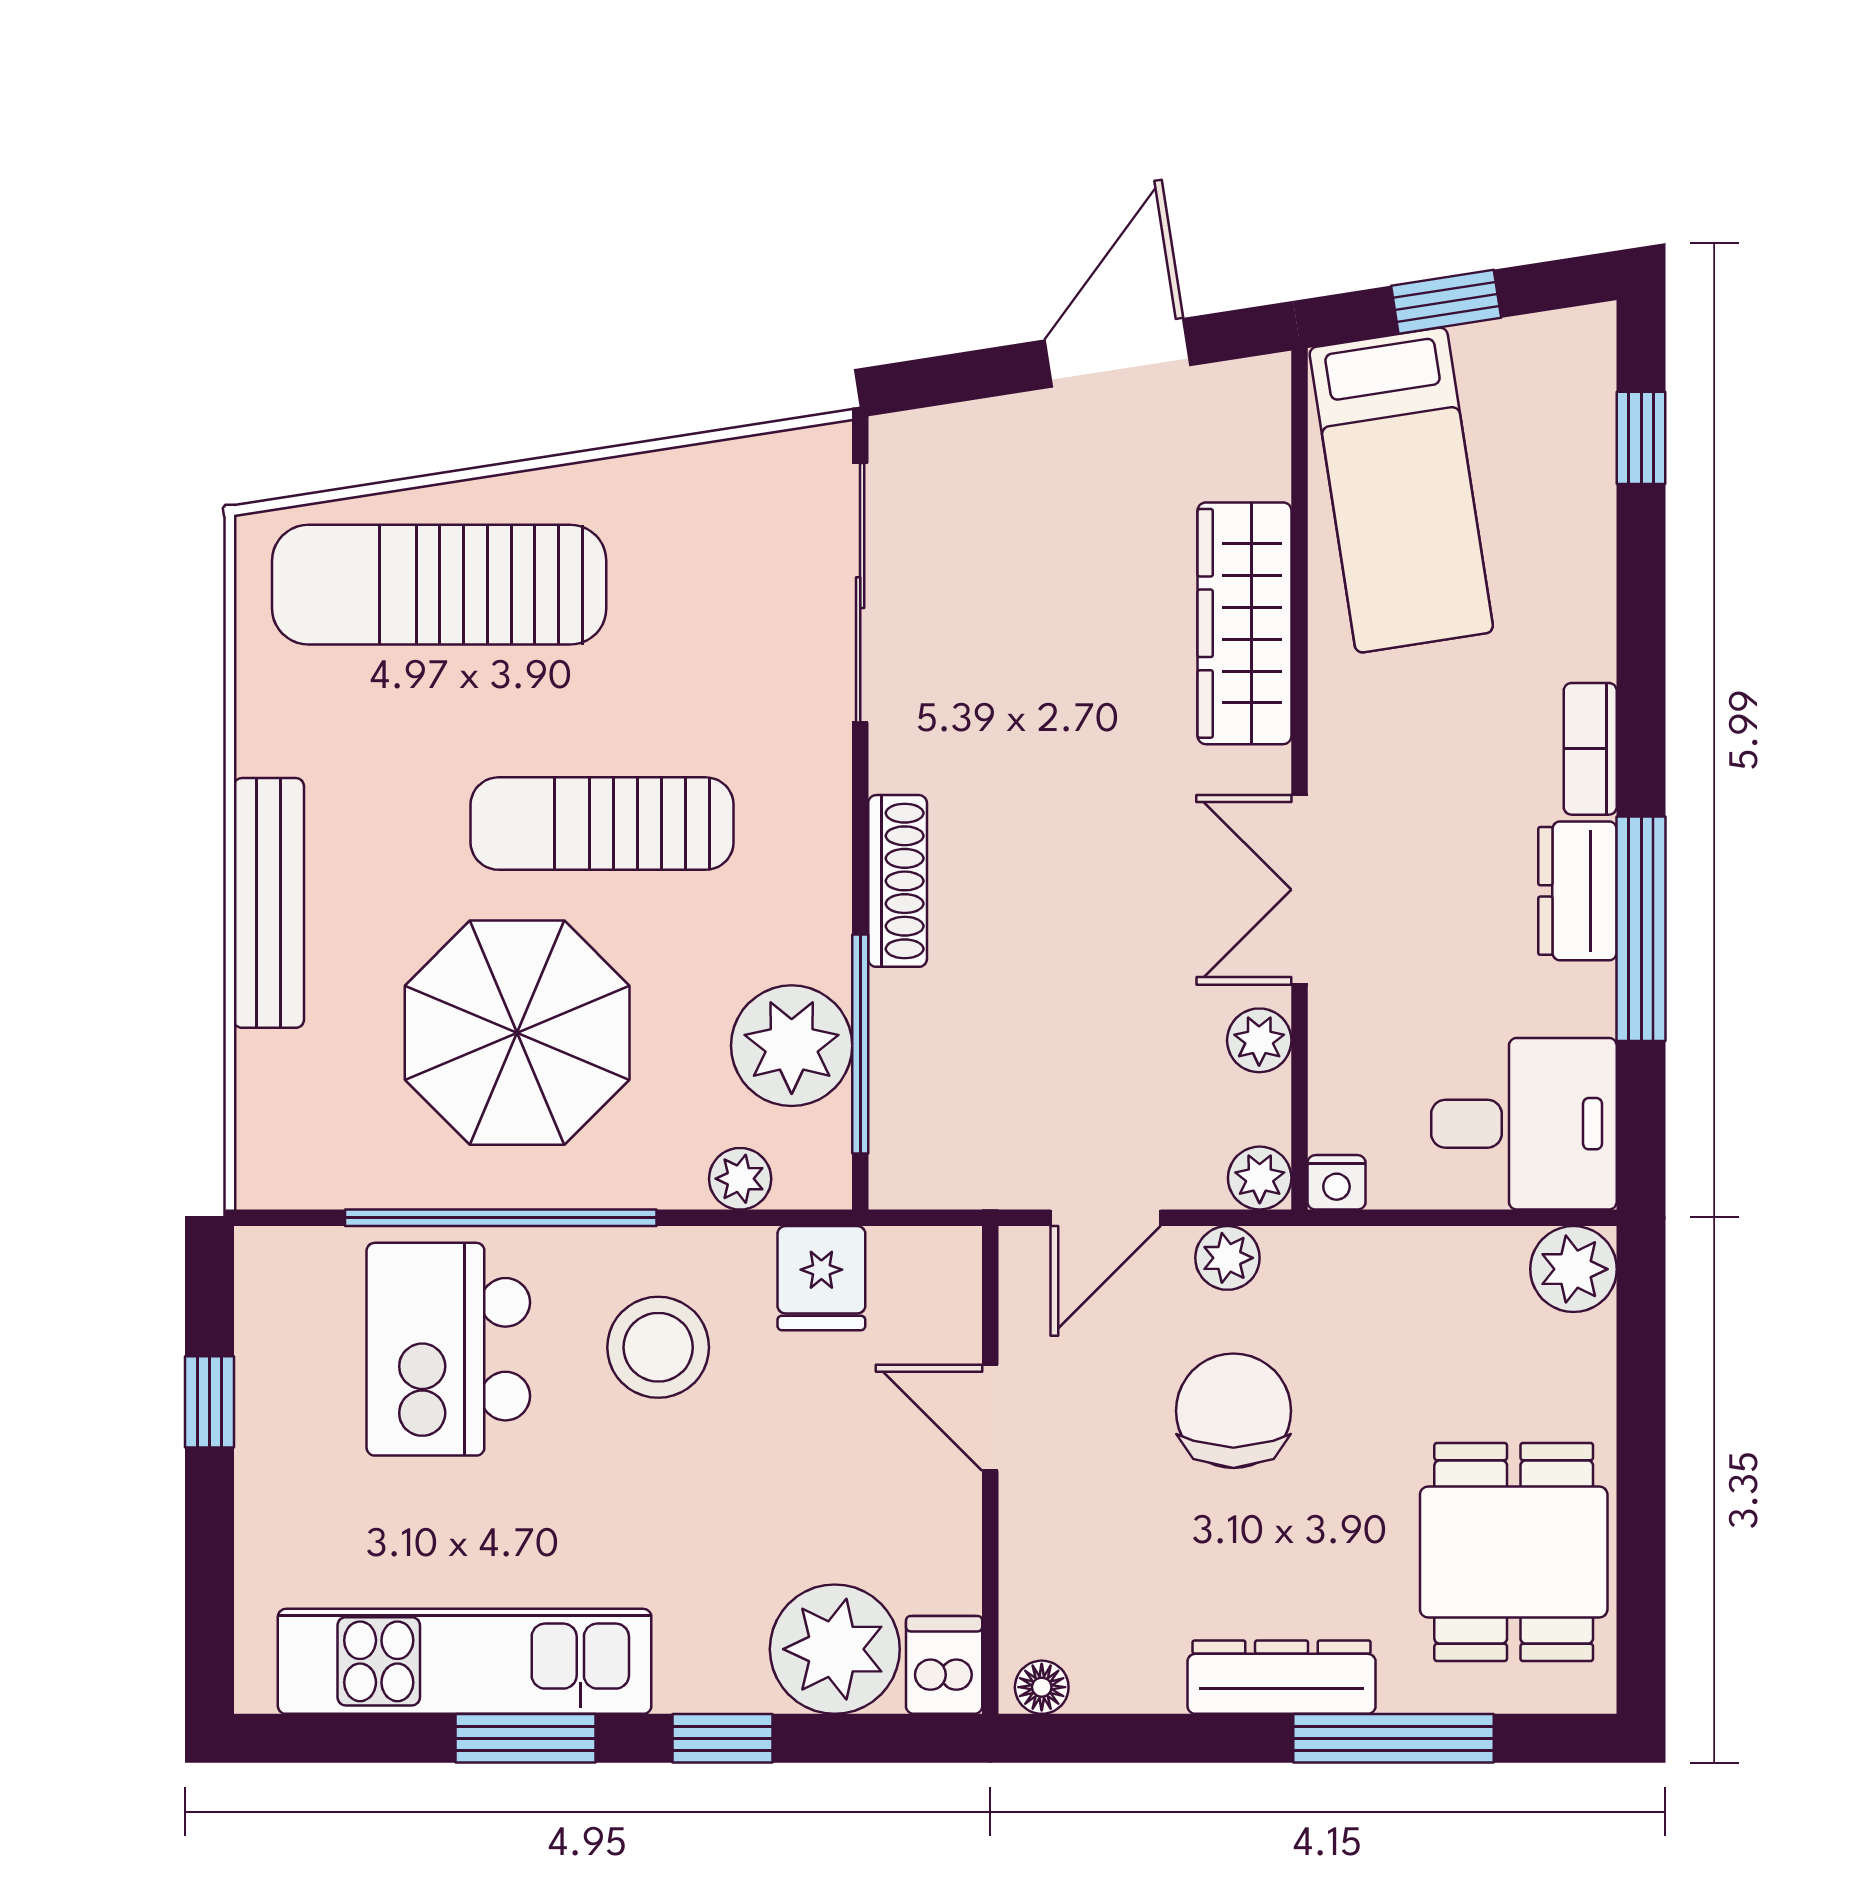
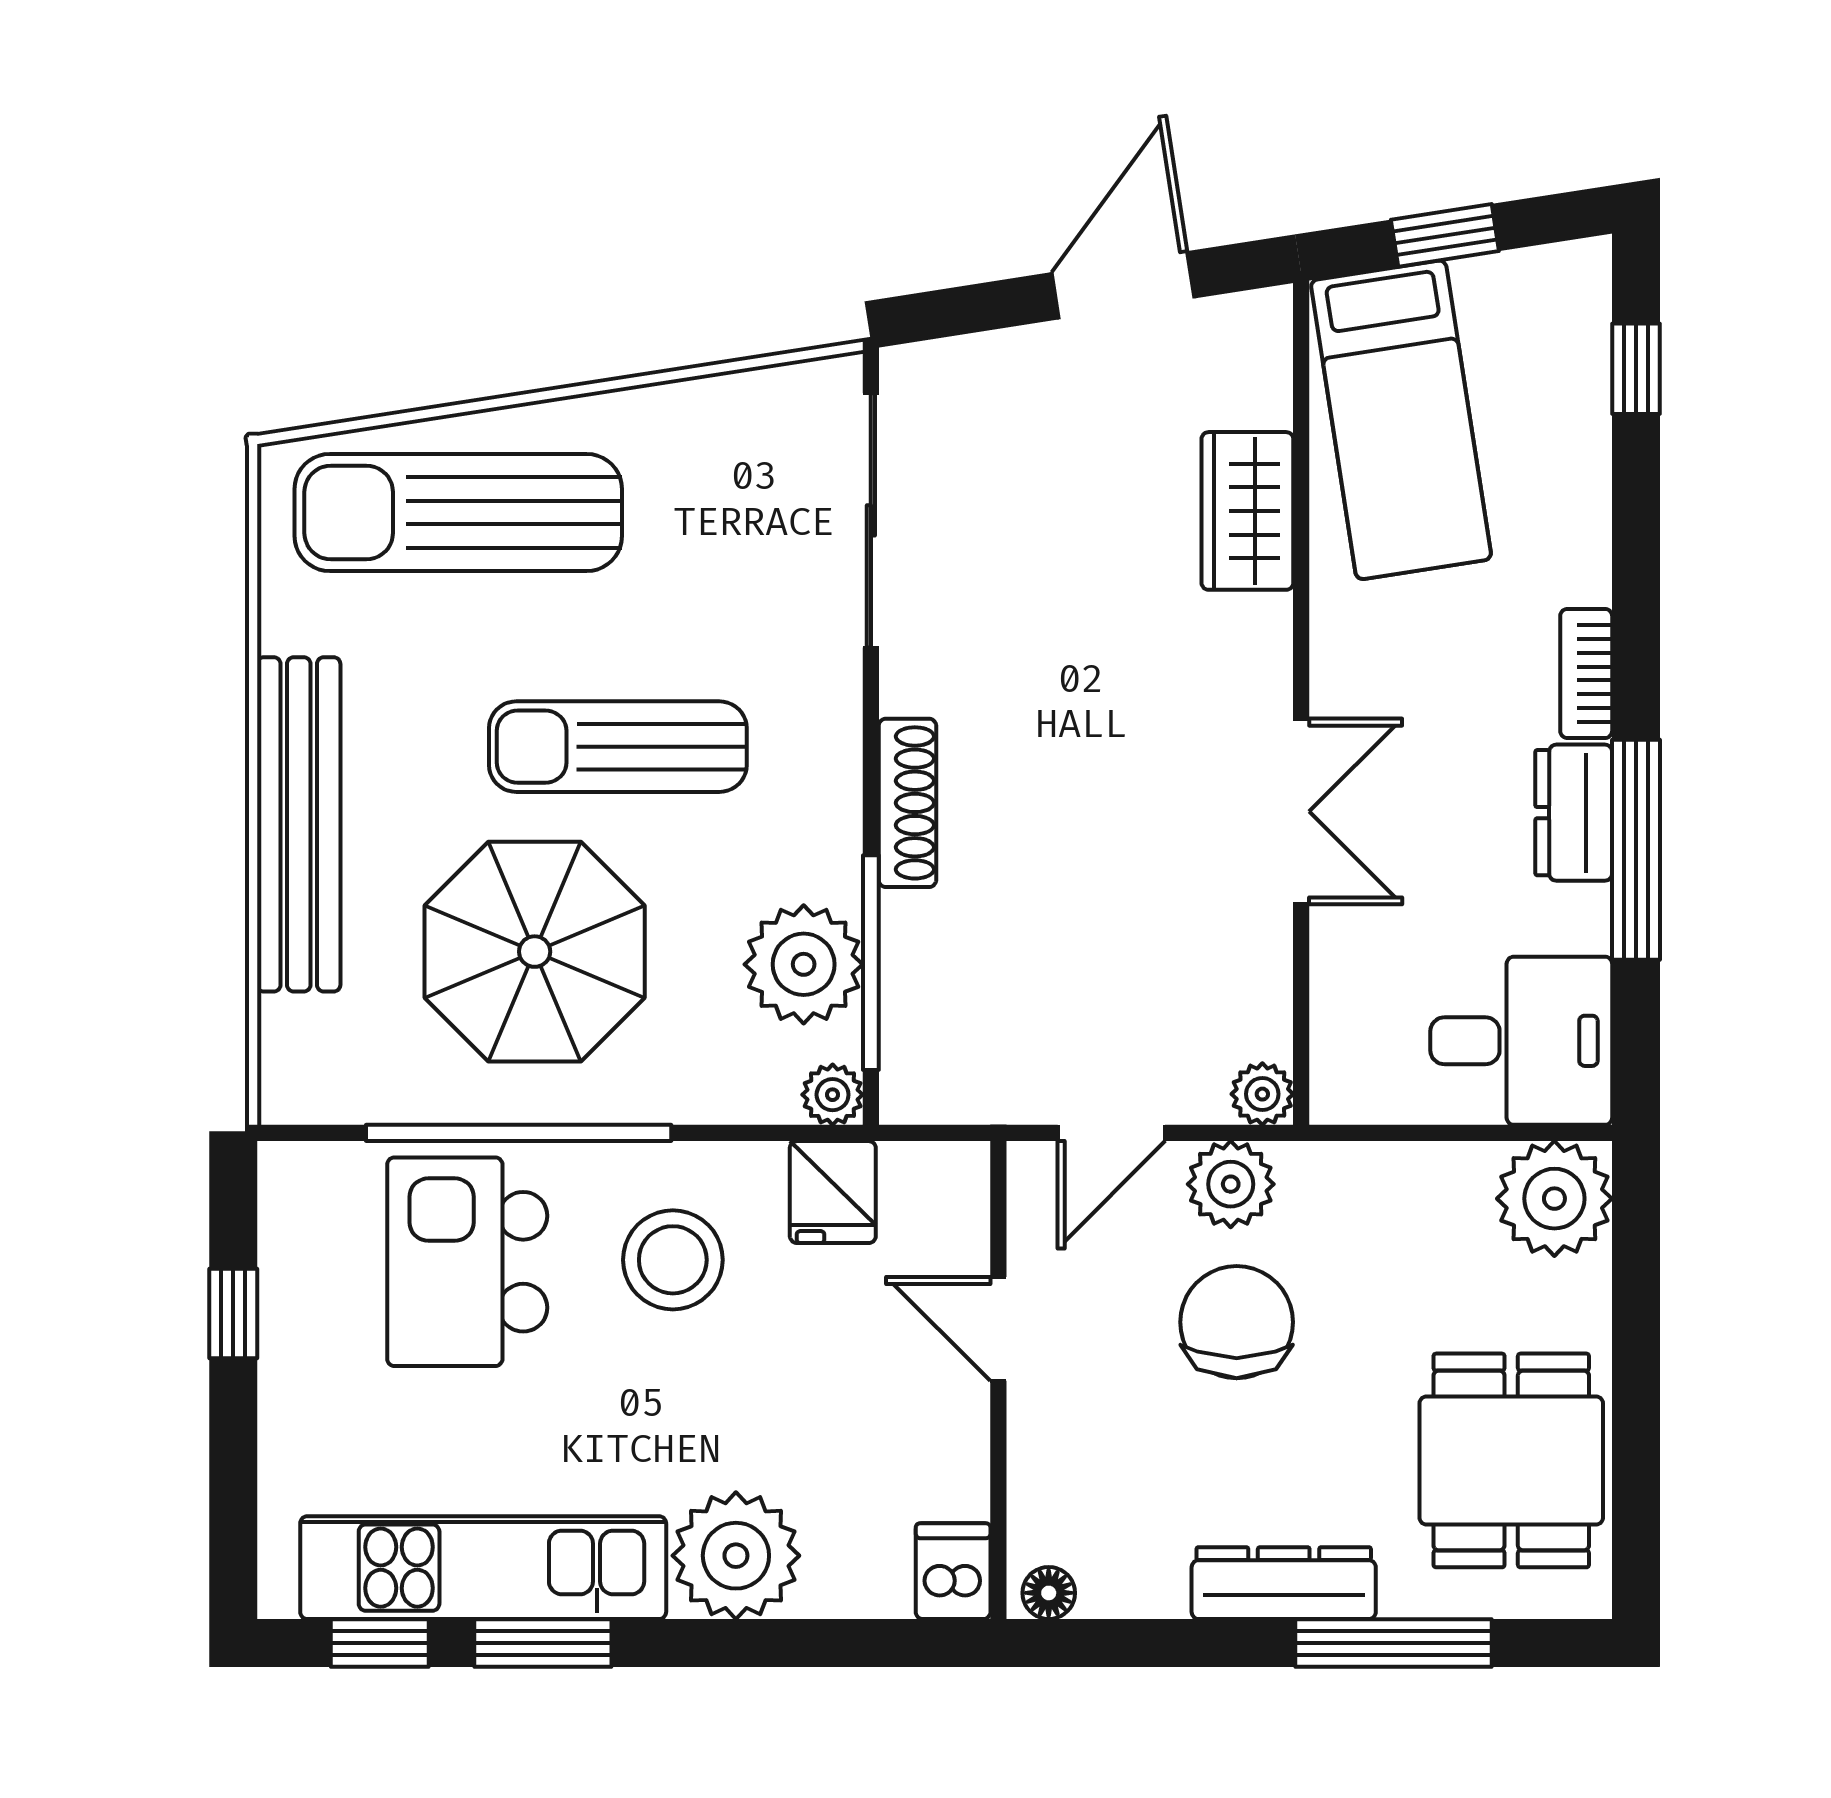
wardrobe: (1245, 623) -> (1247, 511), width x0.67
double door: (1299, 890) -> (1301, 811), swing flipped
bench: (269, 903) -> (299, 824), width x1.37, depth x1.21
plant: (1259, 1040) -> (1262, 959), removed
plant: (740, 1179) -> (833, 1095), moved
nightstand: (1336, 1182) -> (1338, 1098), removed
plant: (1227, 1258) -> (1231, 1184), width x1.38, depth x1.38
plant: (1573, 1269) -> (1554, 1199), width x1.36, depth x1.36
plant: (835, 1649) -> (736, 1556), moved
window: (723, 1738) -> (380, 1643), moved

